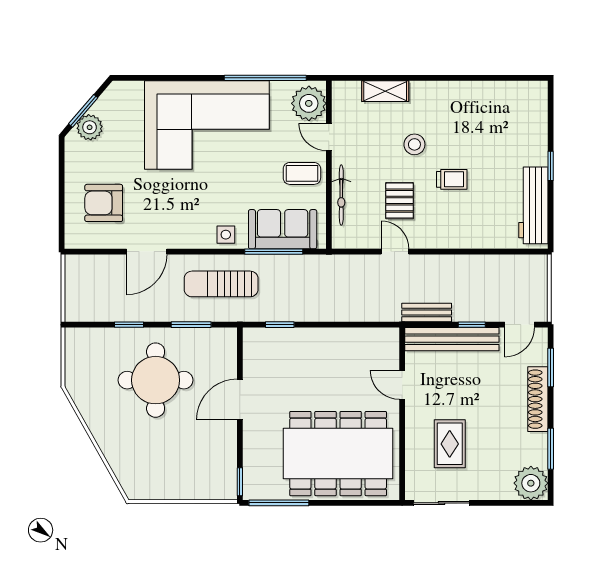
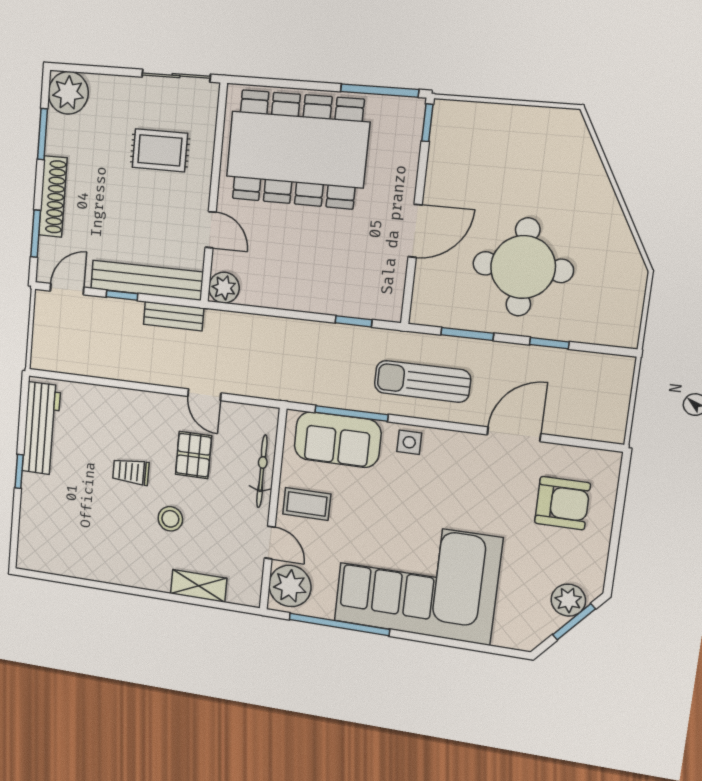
sun lounger: (221, 284) -> (422, 381), turned 180
plant: (387, 340) -> (224, 288), added
rug: (450, 444) -> (160, 150), turned 90

